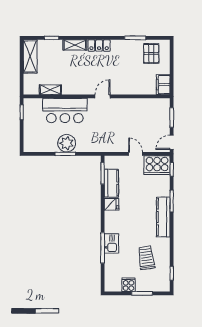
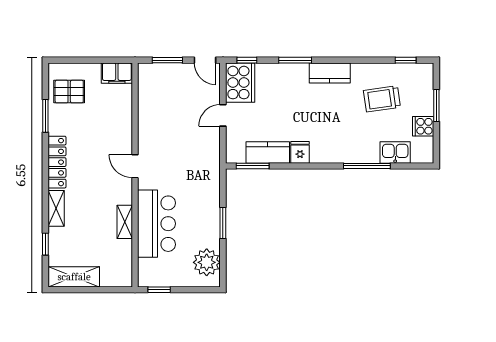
locker: (99, 45) -> (57, 162), width x1.53
shelving: (50, 90) -> (125, 222), moved
plant: (67, 143) -> (207, 262), moved
kitchen counter: (163, 217) -> (330, 73), width x0.67
kitchen sink: (111, 243) -> (395, 152), moved

